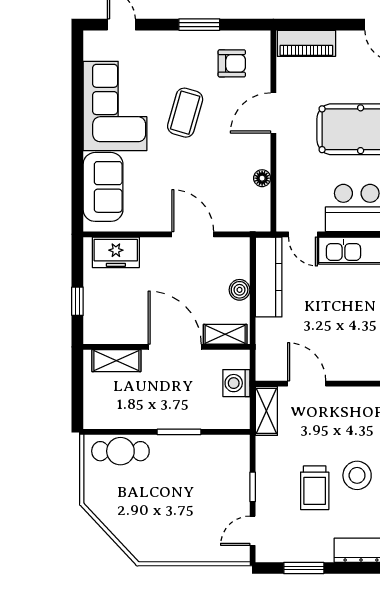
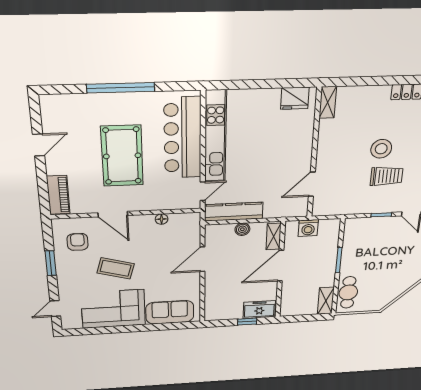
freezer: (116, 252) -> (259, 310), moved, turned -90
shelving: (116, 361) -> (326, 301), moved
shelving: (266, 411) -> (329, 209), removed

